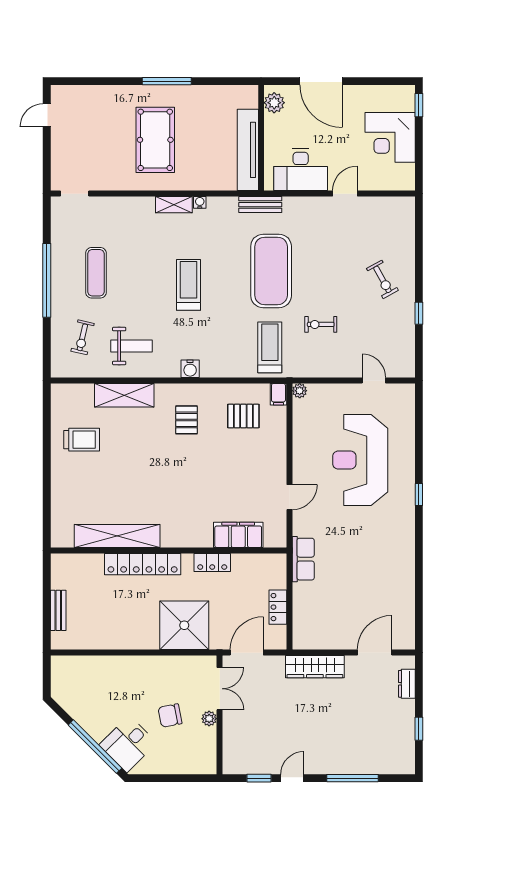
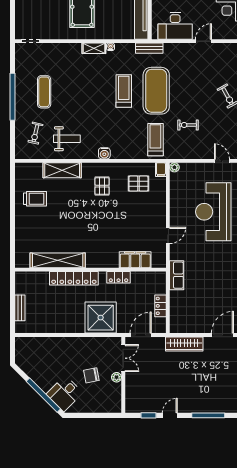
treadmill: (188, 285) -> (124, 91), moved

